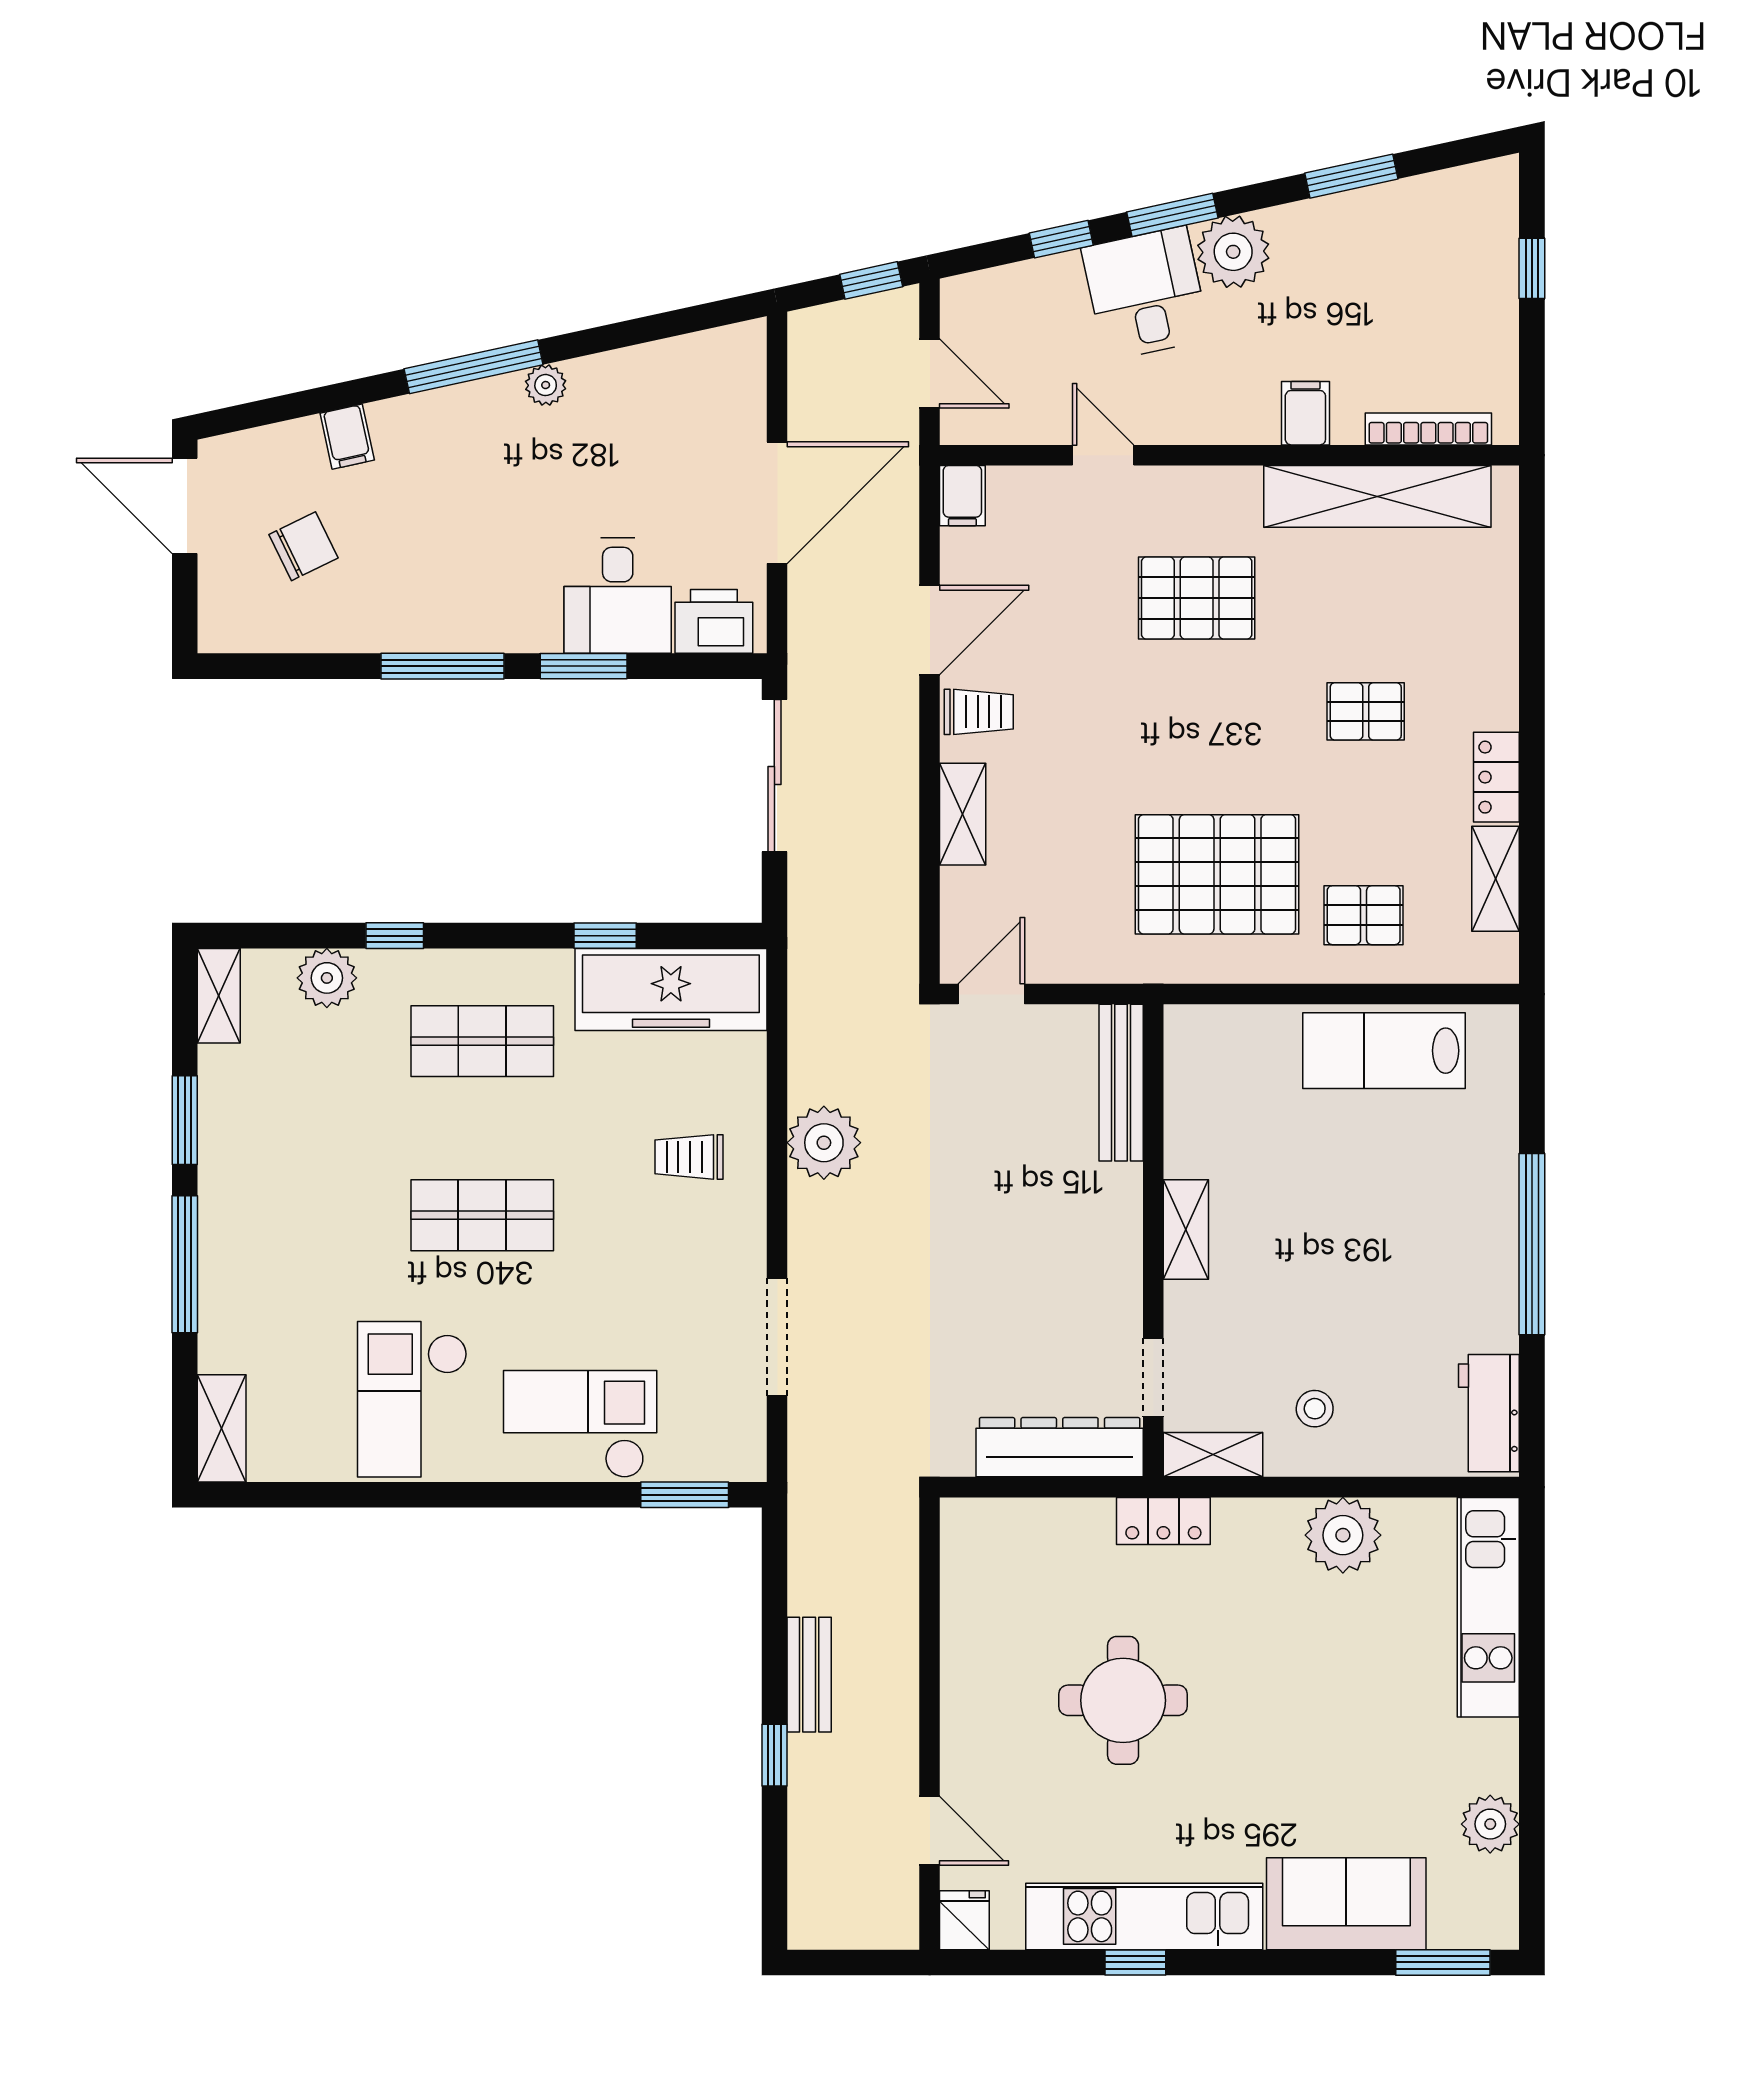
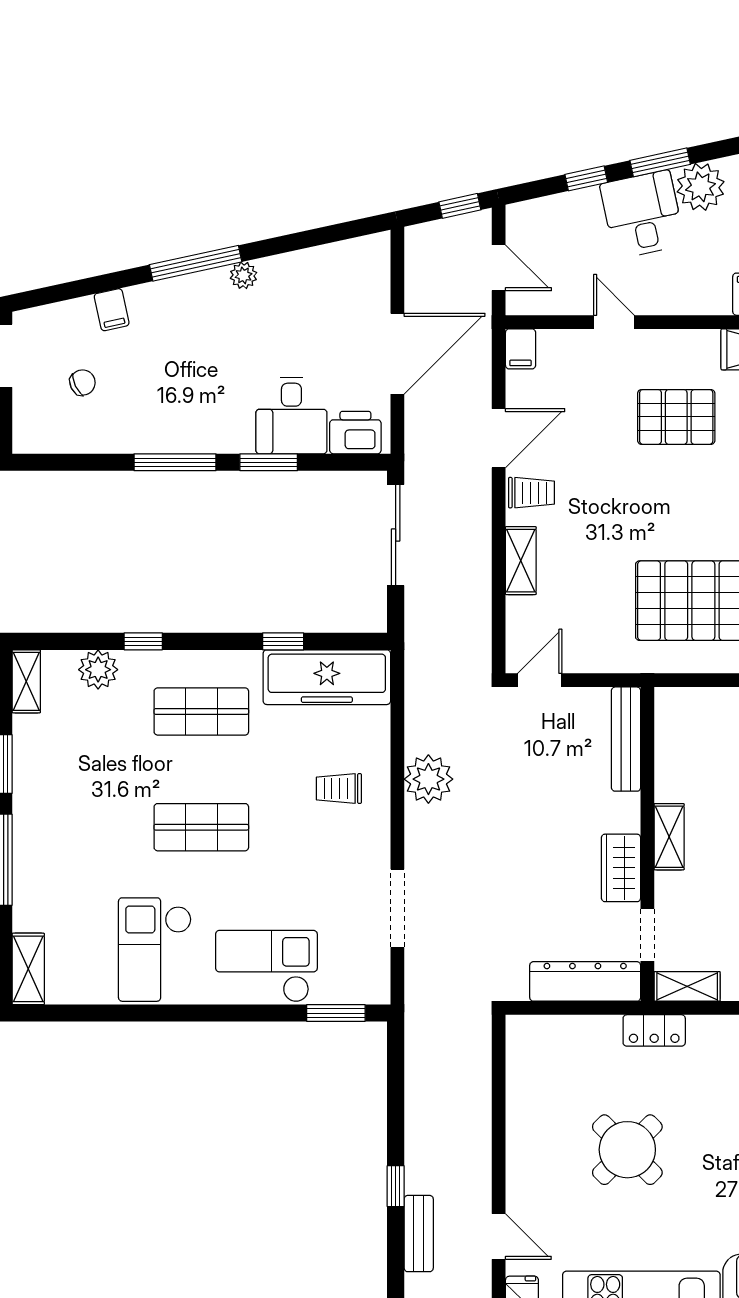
chair: (303, 546) -> (83, 383), width x0.73, depth x0.73
wardrobe: (1114, 1276) -> (621, 868), added
bench: (809, 1675) -> (419, 1234), moved
round table: (1123, 1700) -> (627, 1150), turned 45

